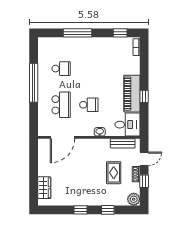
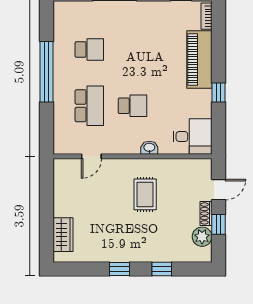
piano: (132, 94) -> (199, 60), moved
door: (63, 137) -> (91, 156), width x0.53
bench: (123, 143) -> (185, 166), removed
rug: (114, 173) -> (145, 194), moved
plant: (134, 199) -> (202, 237), moved

